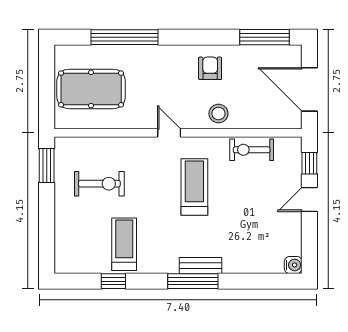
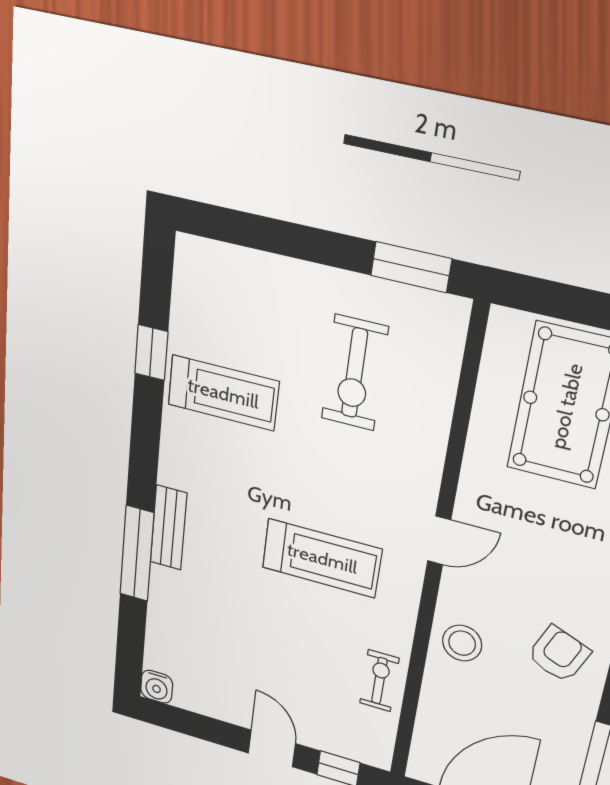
armchair: (210, 68) -> (559, 654), turned -68
exercise bike: (252, 150) -> (379, 681), width x0.73, depth x0.72
window: (193, 281) -> (137, 554), moved

